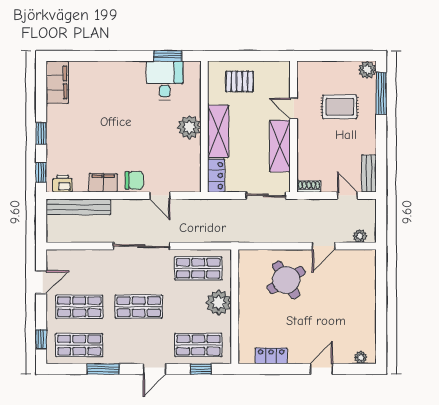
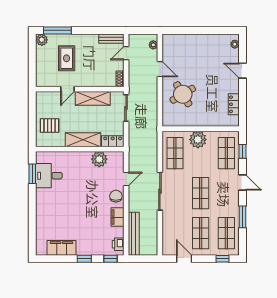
pallet: (240, 81) -> (50, 125), turned 90
filing cabinet: (57, 82) -> (62, 248), moved
plant: (189, 127) -> (99, 159), moved

